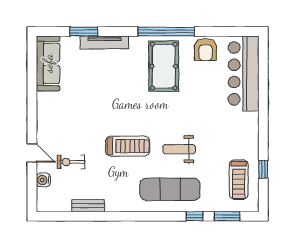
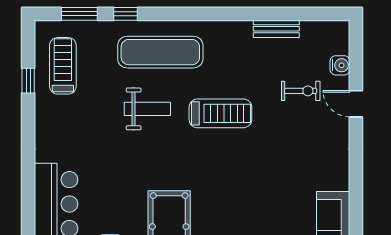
treadmill: (128, 146) -> (220, 113), turned 180

